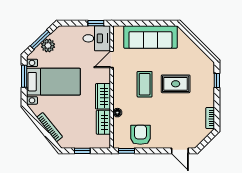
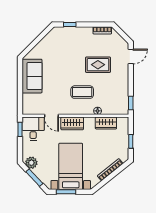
sofa: (150, 37) -> (32, 76), width x0.73
plant: (48, 45) -> (31, 163), moved
coffee table: (145, 84) -> (82, 92), moved
rug: (176, 84) -> (98, 65), moved, turned 90
wardrobe: (103, 96) -> (72, 123), moved
armchair: (140, 135) -> (117, 91), removed

